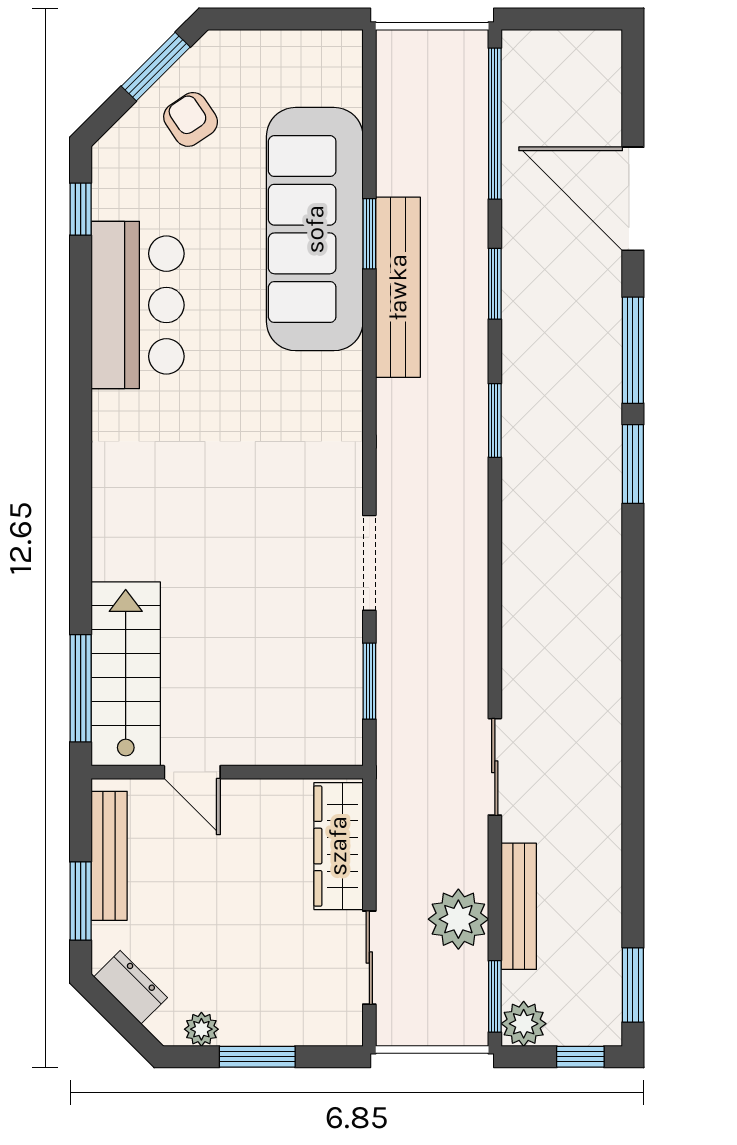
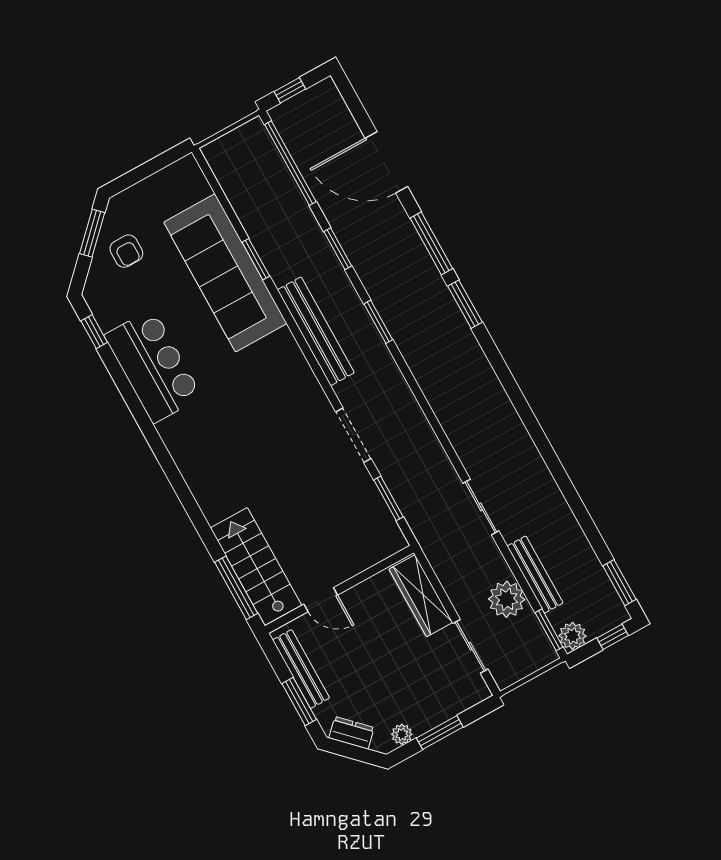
window: (552, 19) -> (290, 90), added
armchair: (191, 119) -> (126, 251), turned -146
bench: (398, 287) -> (316, 331), moved

